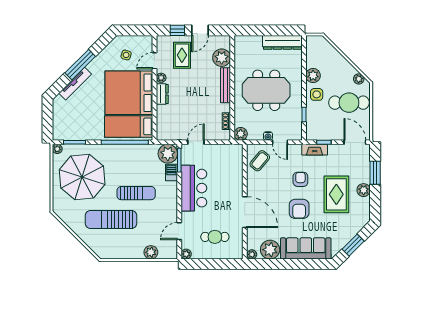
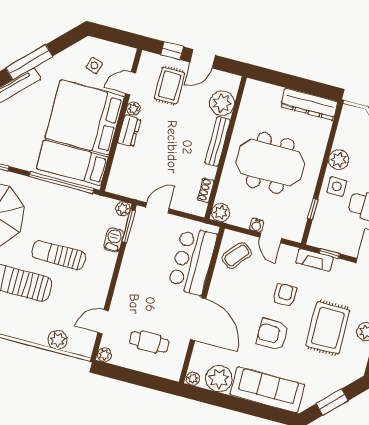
plant: (168, 154) -> (123, 209), width x0.53, depth x0.53
bar counter: (194, 188) -> (192, 261), moved, turned 180
sun lounger: (136, 193) -> (59, 255), turned 180
armchair: (299, 209) -> (272, 334), turned 90

